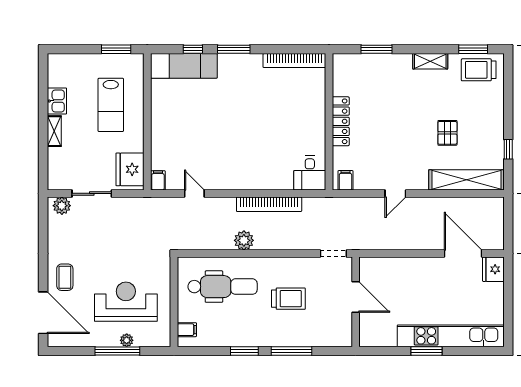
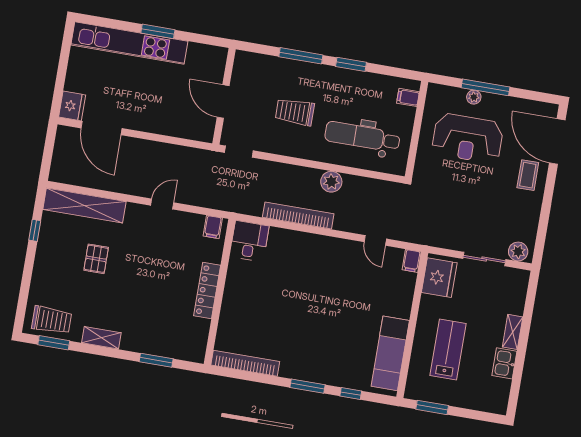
exam couch: (184, 66) -> (390, 353), moved, turned -90

